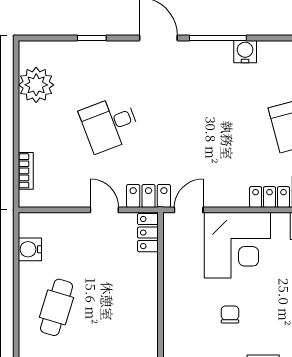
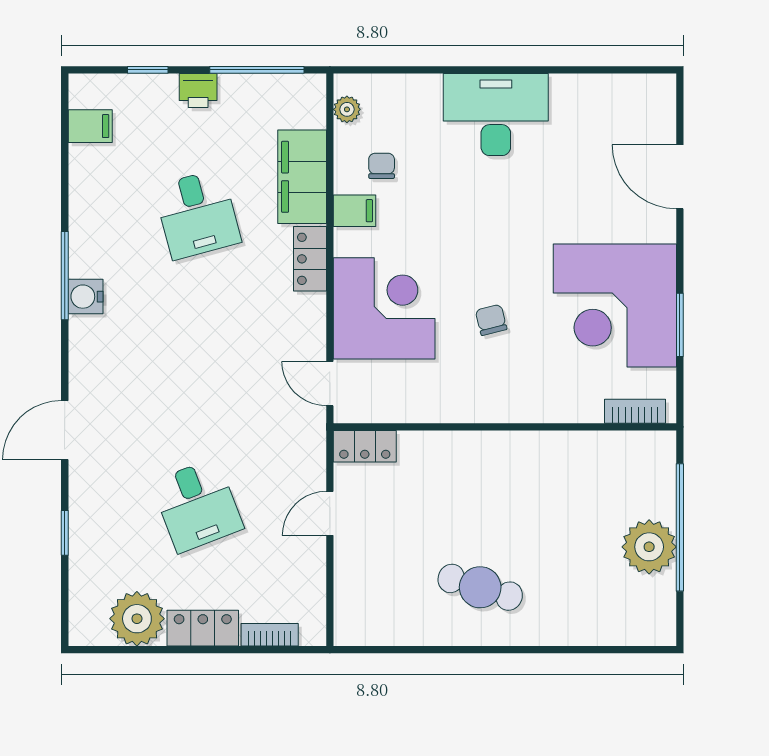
window: (218, 38) -> (65, 276), moved
locker: (149, 196) -> (203, 628), moved, turned 90
water cooler: (30, 249) -> (391, 628), removed
chair: (230, 314) -> (491, 320), turned 76

